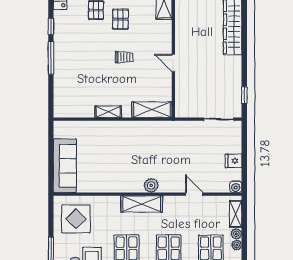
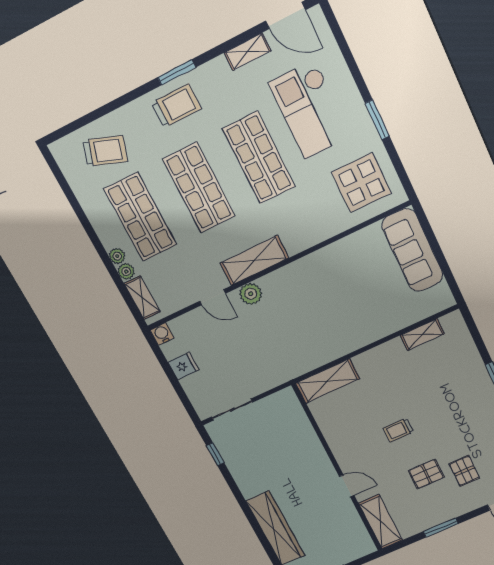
pallet: (120, 19) -> (426, 474), turned 90
door: (173, 63) -> (347, 486), moved
shelving: (108, 112) -> (422, 335), moved
plant: (151, 185) -> (251, 294), moved
shelving: (142, 204) -> (254, 261), moved

